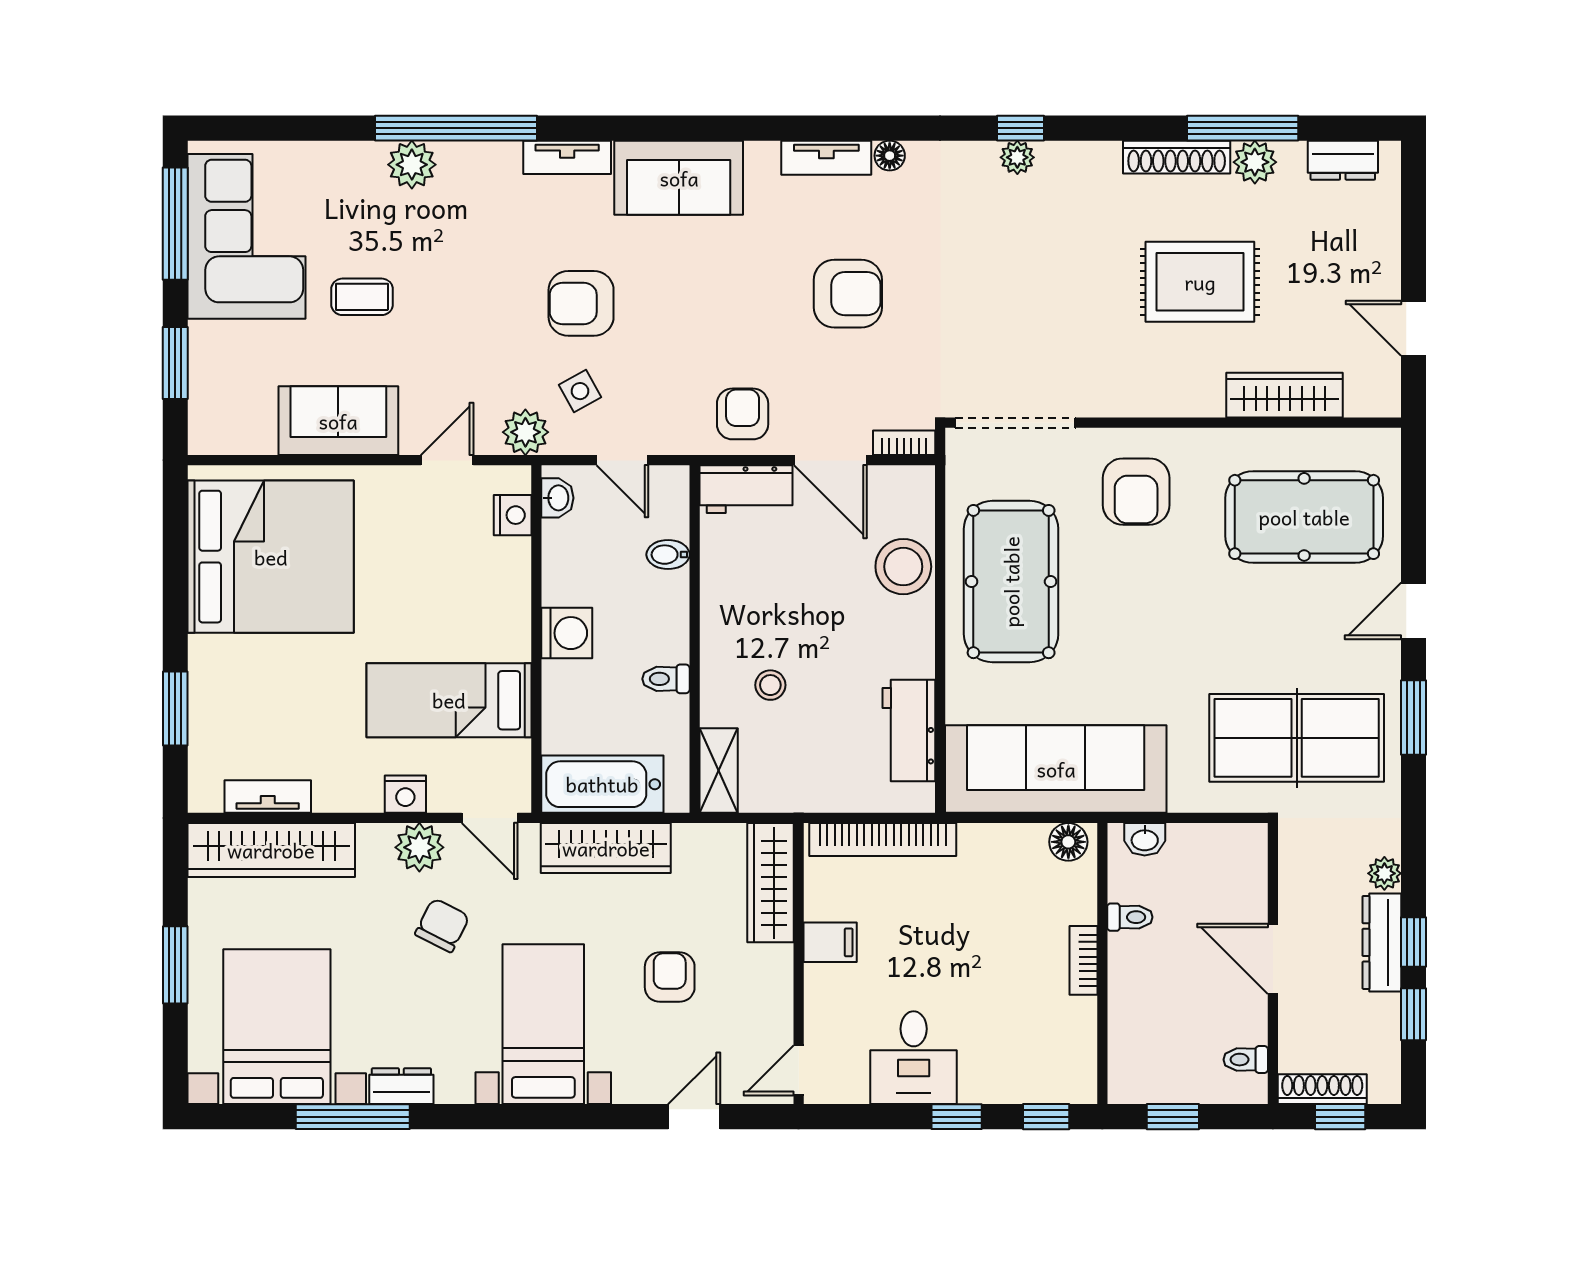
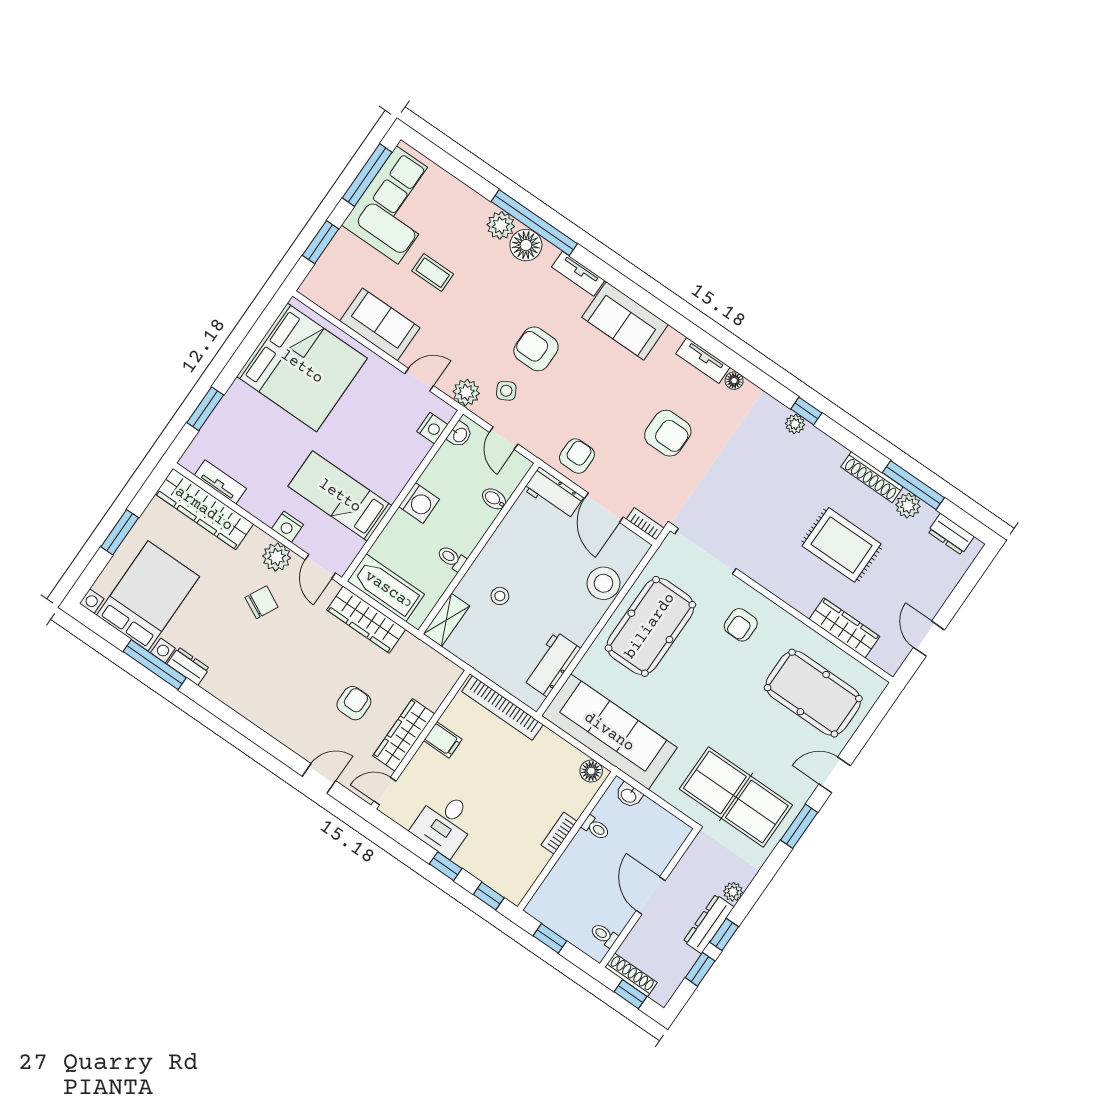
floor lamp: (466, 168) -> (526, 245), added
armchair: (1136, 492) -> (741, 625), width x0.72, depth x0.72
wardrobe: (770, 883) -> (404, 735), moved
bed with nightstands: (543, 1024) -> (277, 684), removed

